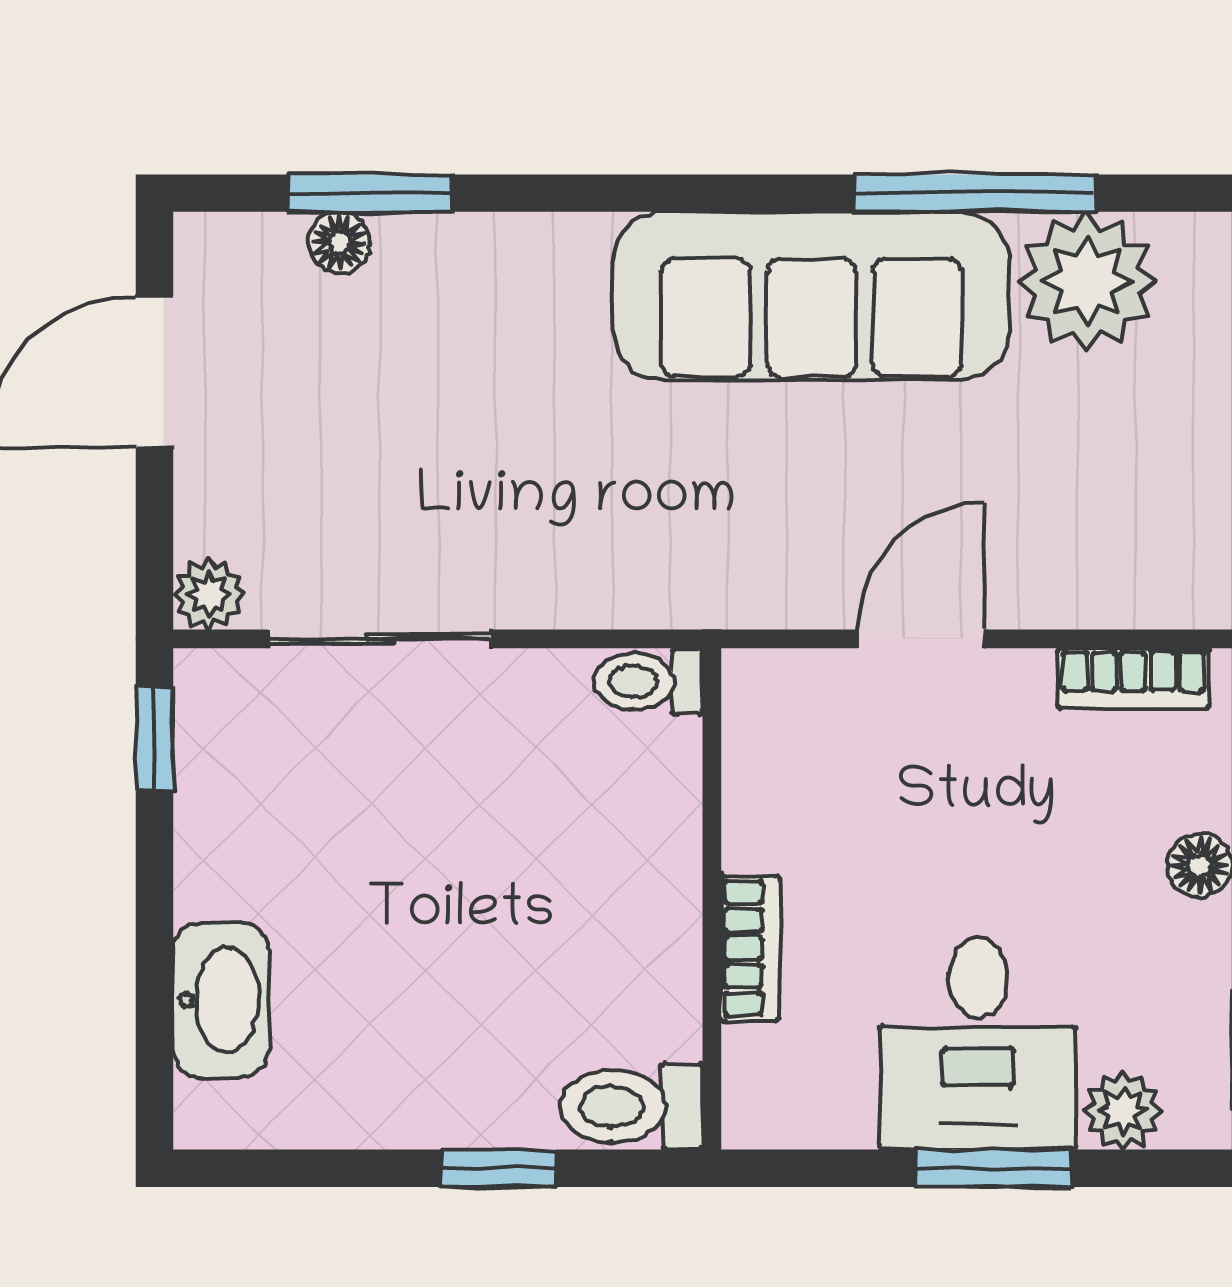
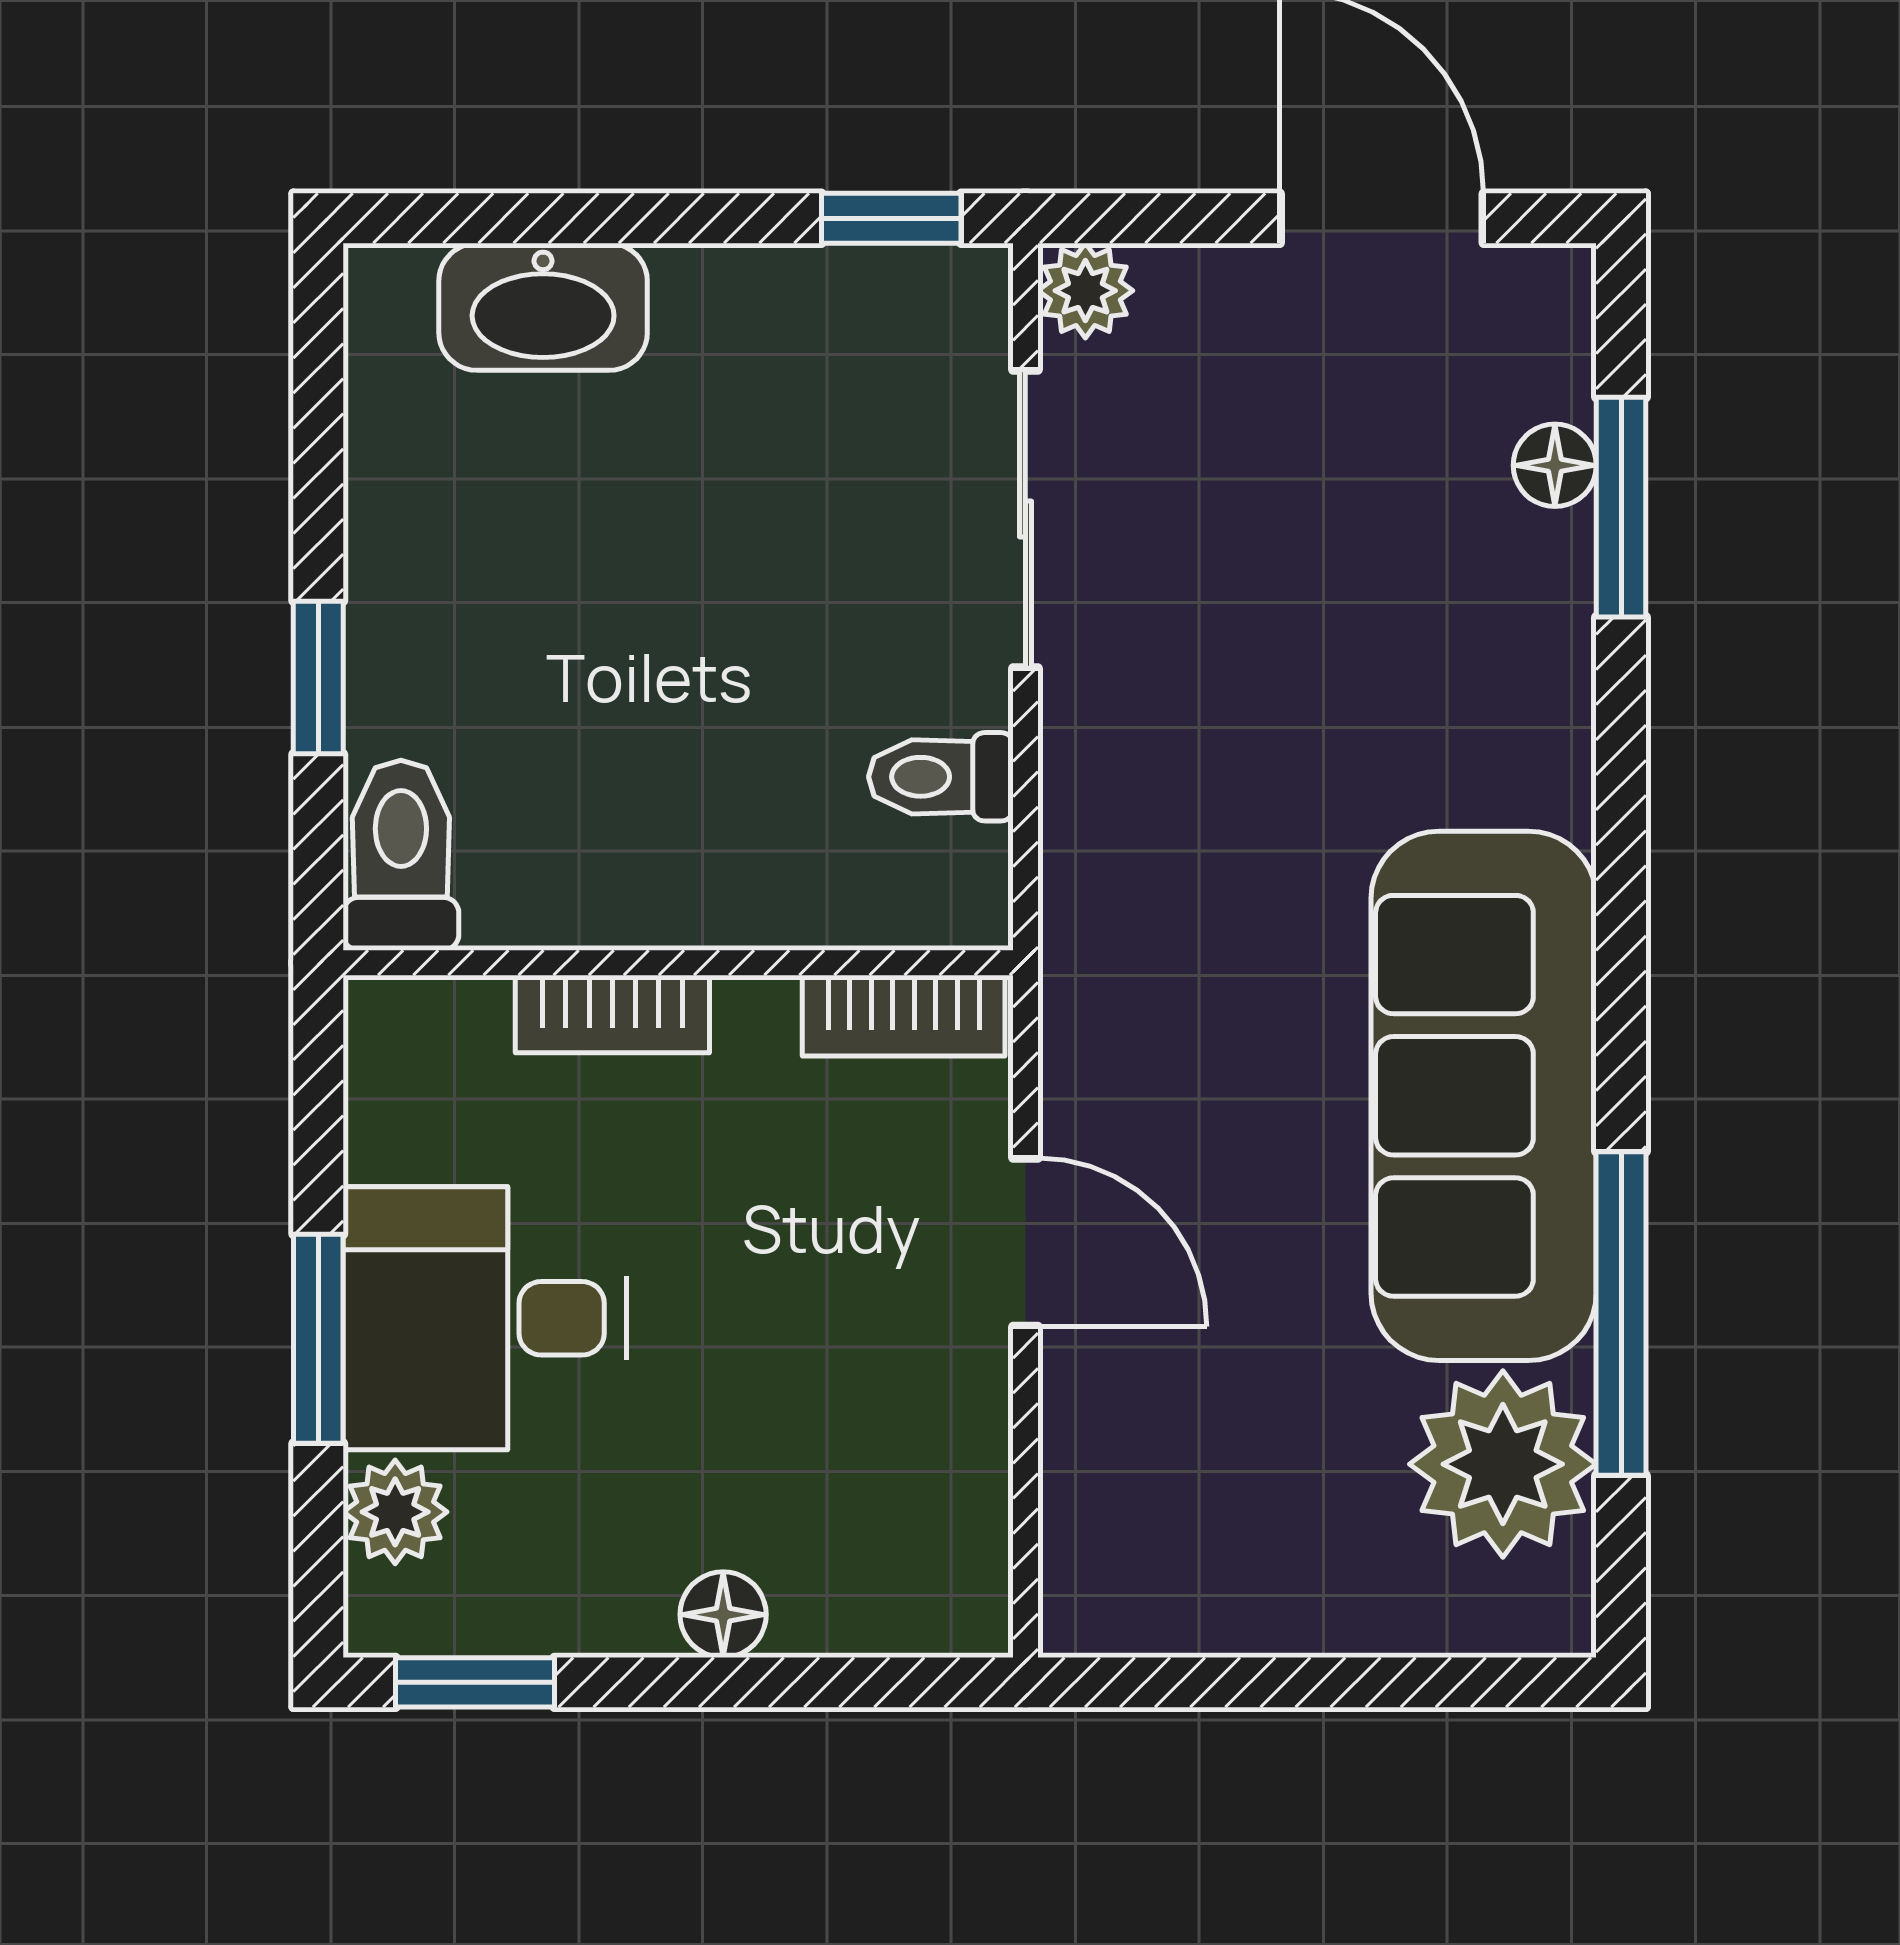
bookcase: (1133, 678) -> (904, 1016), moved, turned -90
toilet: (648, 681) -> (941, 777), moved, turned -90

